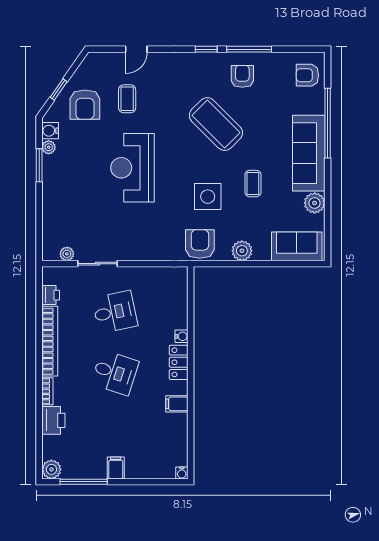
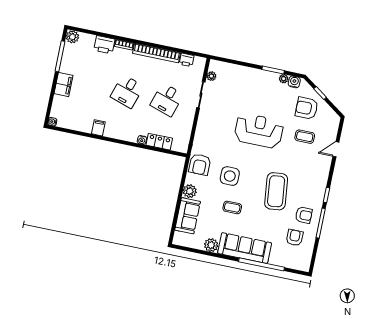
door: (136, 49) -> (336, 149), hinge flipped
armchair: (307, 75) -> (295, 238), moved
coffee table: (216, 124) -> (276, 191), turned -51
armchair: (200, 244) -> (200, 165), turned 90
sofa: (297, 246) -> (188, 216), moved
desk: (115, 312) -> (167, 100), turned 30
locker: (179, 362) -> (159, 142), moved
filing cabinet: (116, 468) -> (63, 85), width x2.00

